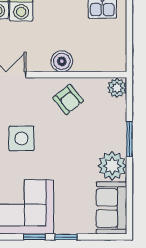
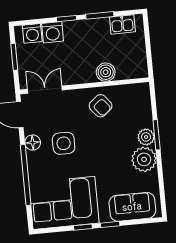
boiler: (62, 61) -> (106, 72), moved
plant: (117, 88) -> (146, 137), moved
sofa: (111, 208) -> (132, 207), moved, turned 90

